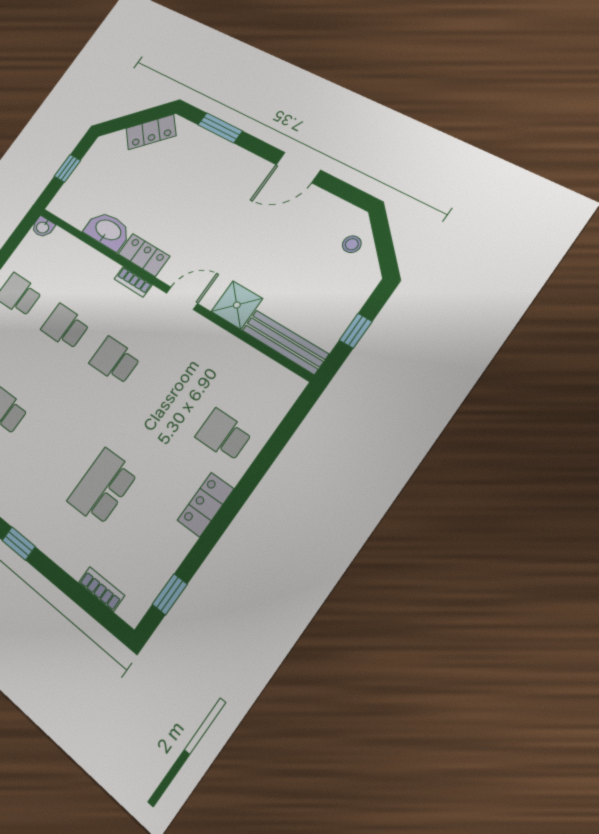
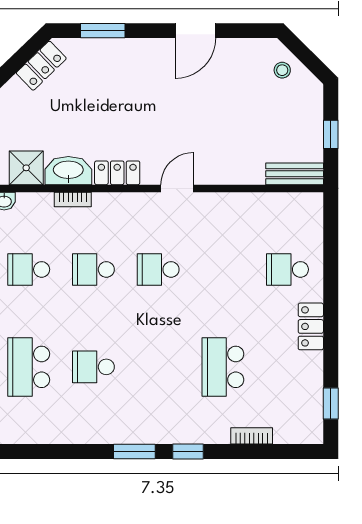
bookcase: (133, 282) -> (73, 200), moved
shower: (237, 305) -> (26, 168), moved
bench: (285, 342) -> (295, 174), width x0.73
bookcase: (101, 589) -> (252, 436), moved

